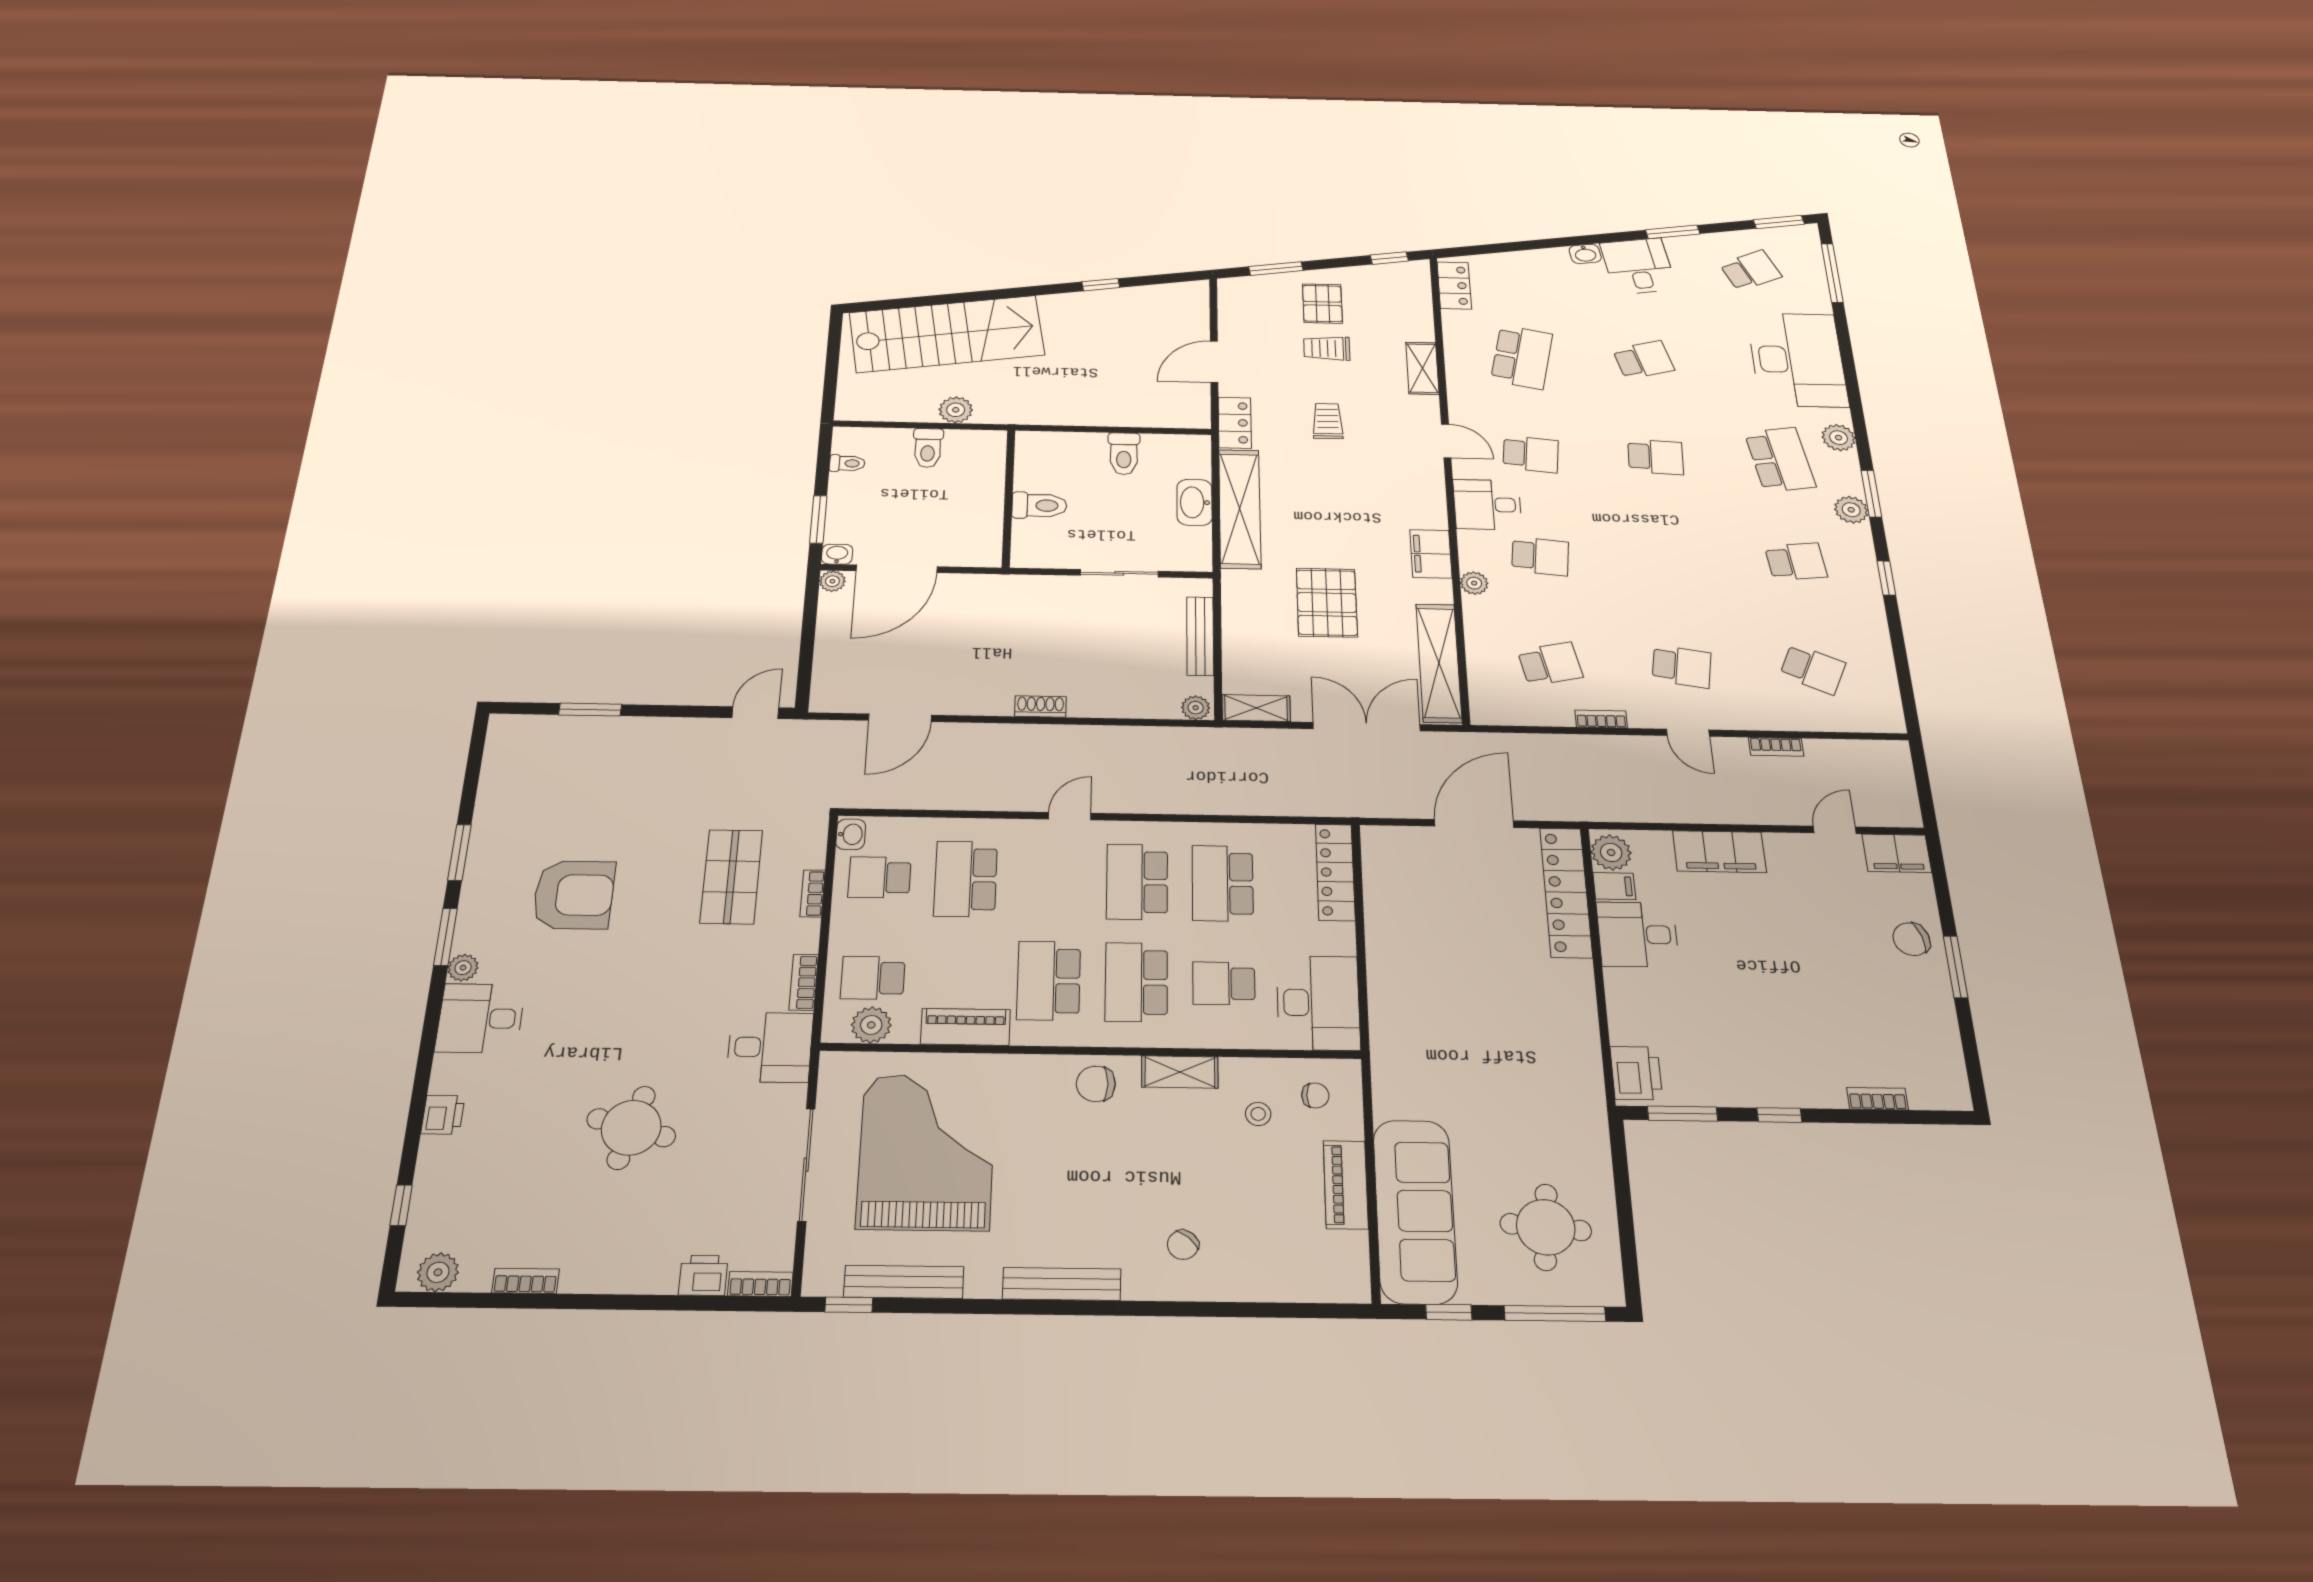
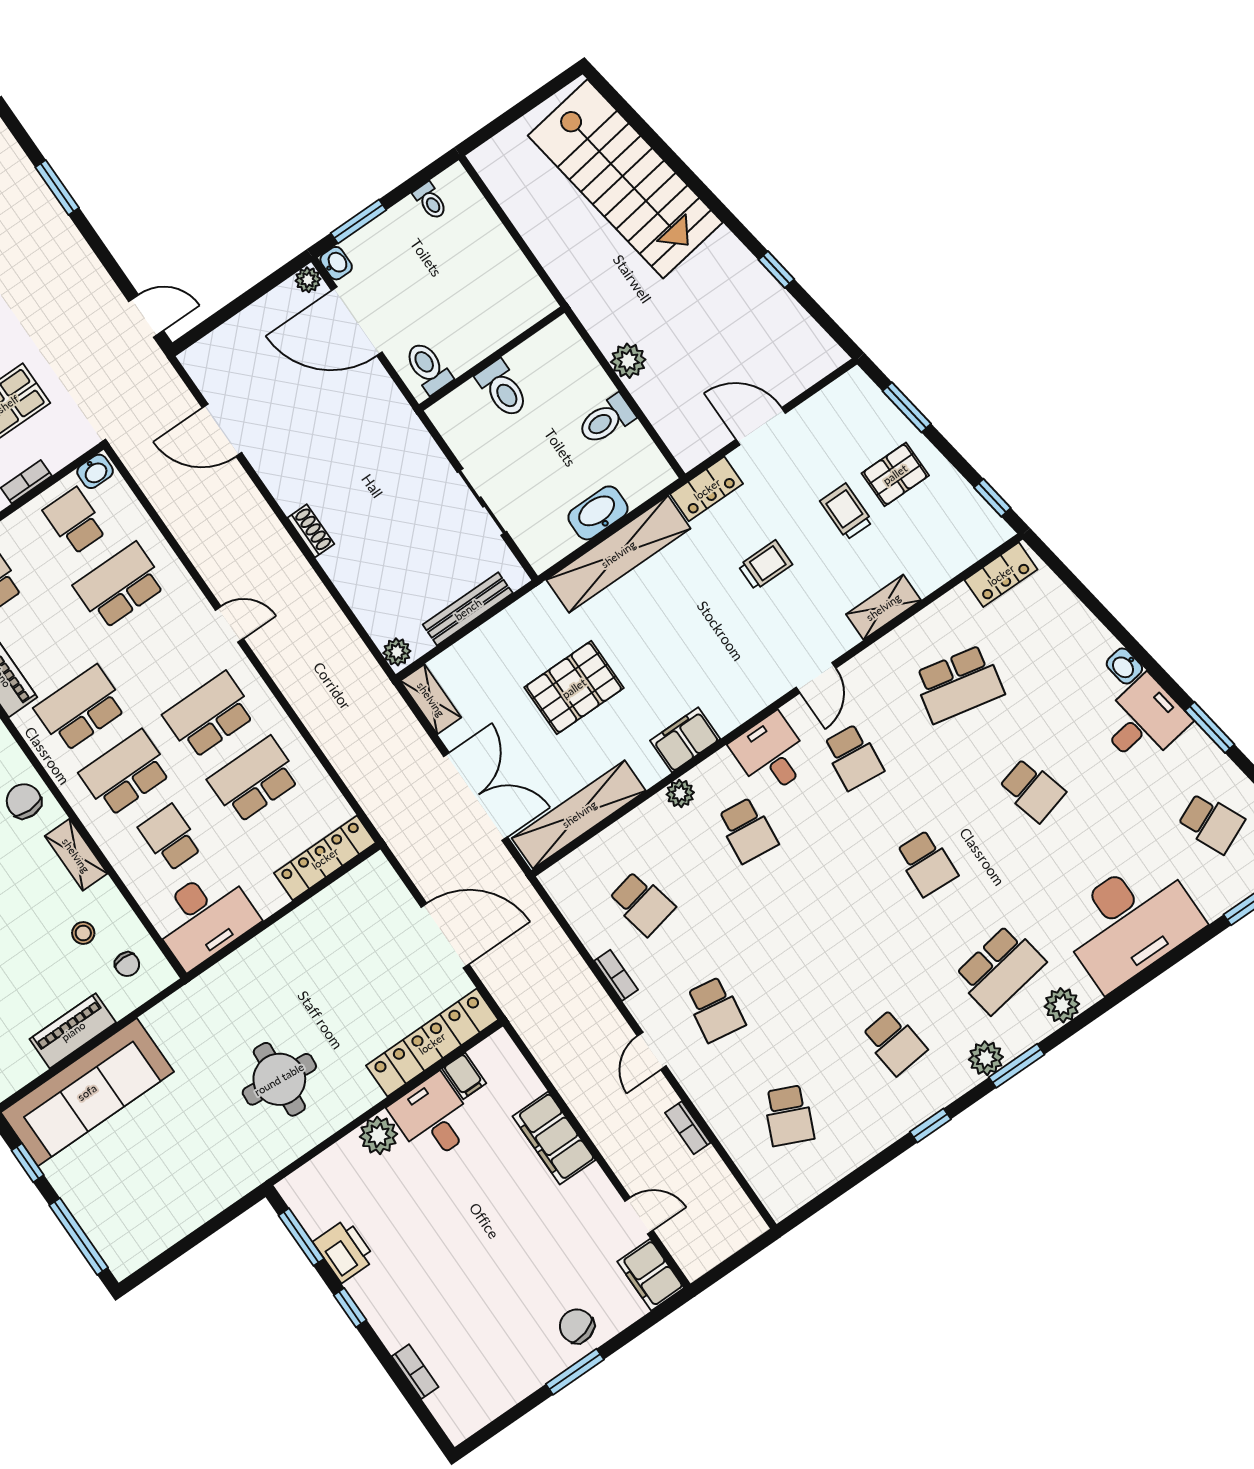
plant: (956, 410) -> (628, 361), moved
toilet: (928, 448) -> (428, 368), moved, turned 90
plant: (1611, 852) -> (379, 1135), moved
printer: (1636, 1073) -> (344, 1251), moved, turned -90
round table: (1546, 1227) -> (279, 1079), moved

